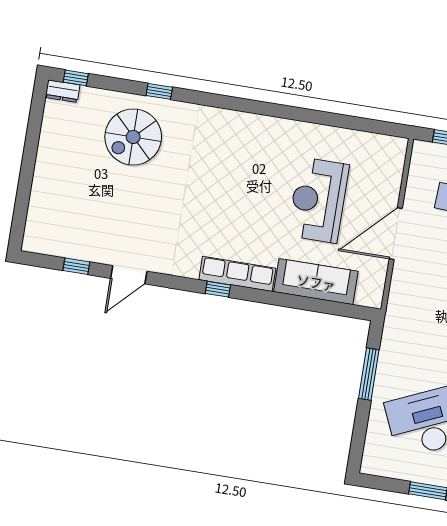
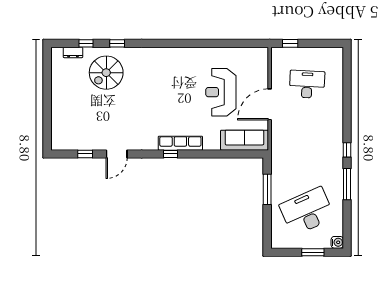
window: (76, 78) -> (86, 43), moved
dresser: (63, 91) -> (73, 52), moved
sofa: (316, 282) -> (244, 140), moved

